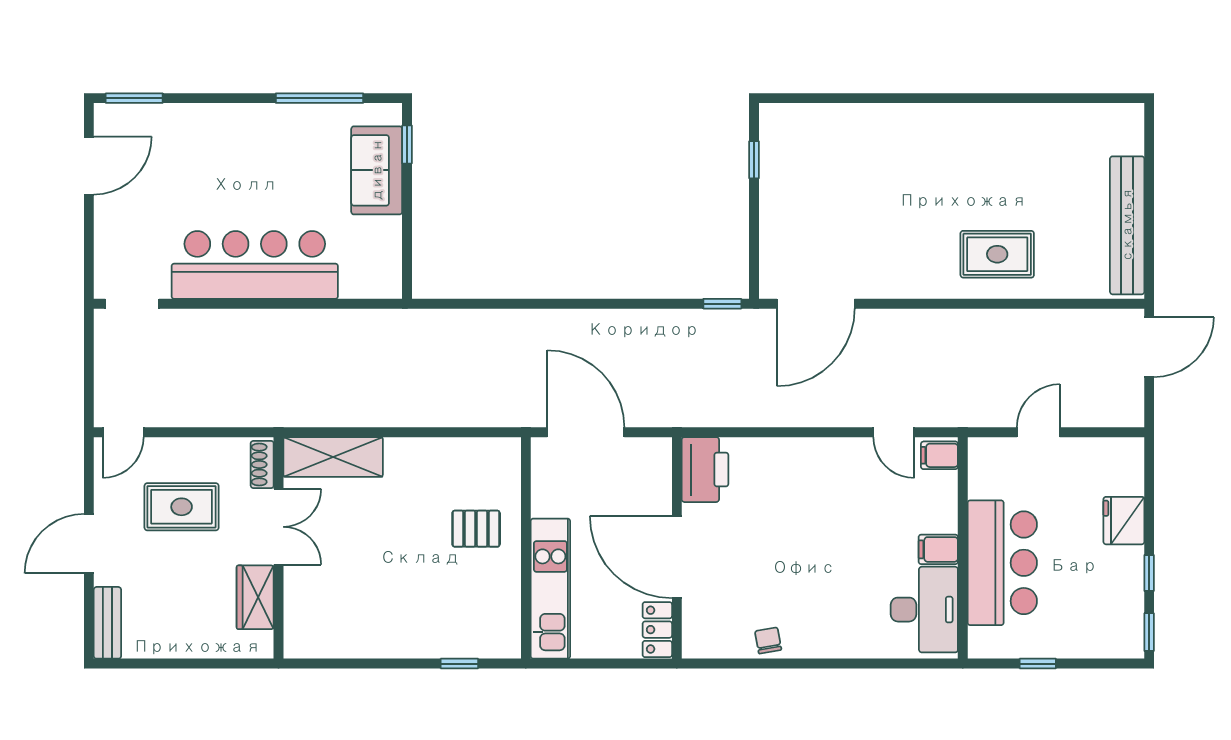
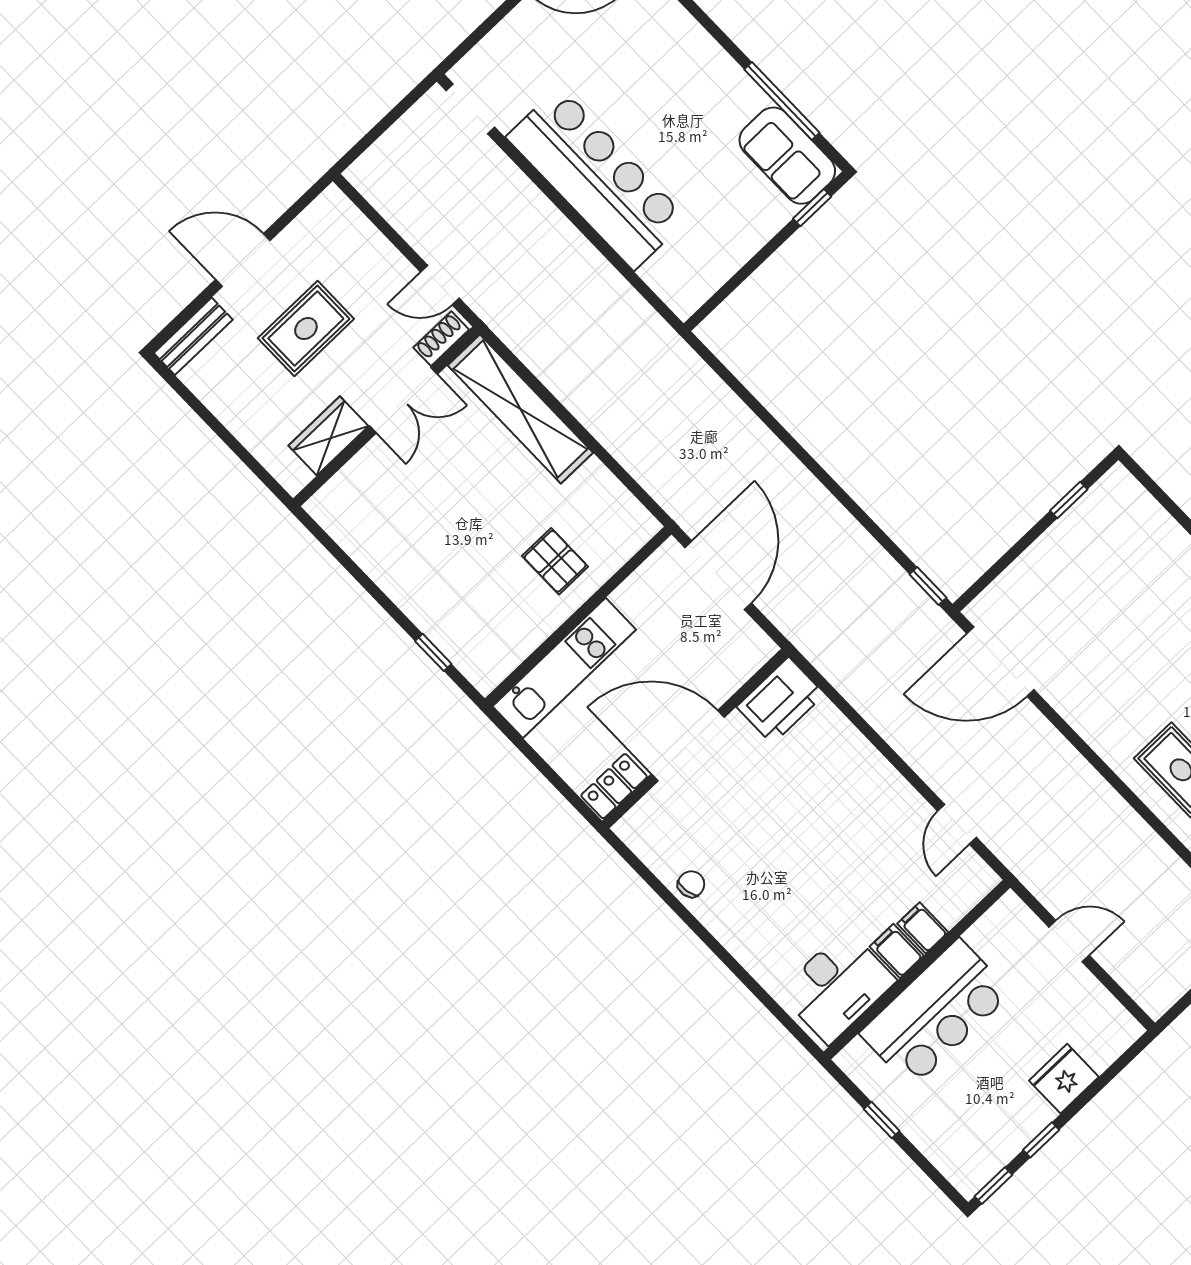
sofa: (377, 170) -> (787, 156), moved, turned -90
door: (123, 432) -> (440, 285), moved
filing cabinet: (939, 455) -> (923, 928), moved
shelving: (333, 457) -> (520, 409), width x1.47
rug: (182, 507) -> (306, 328), moved, turned 90
door: (677, 557) -> (688, 746), hinge flipped

